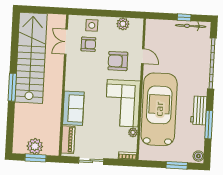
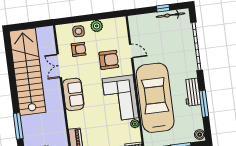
plant: (123, 24) -> (97, 26), moved
double door: (66, 42) -> (59, 66), moved
armchair: (118, 61) -> (109, 60), turned 180
window: (12, 87) -> (18, 126), moved
sofa: (73, 108) -> (73, 94), moved

